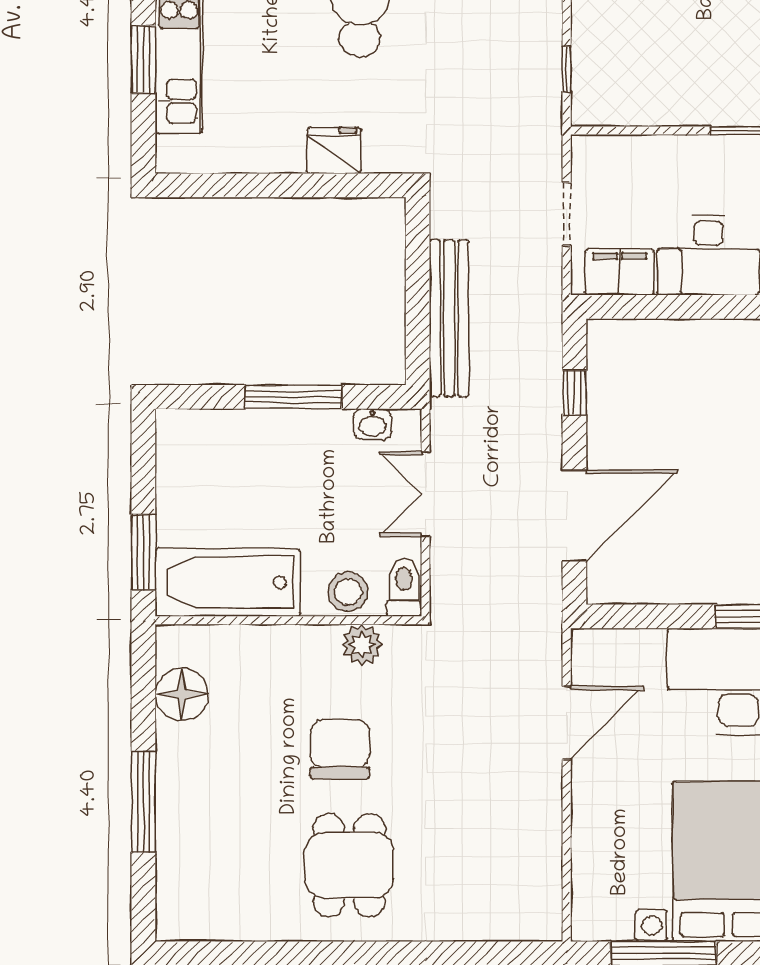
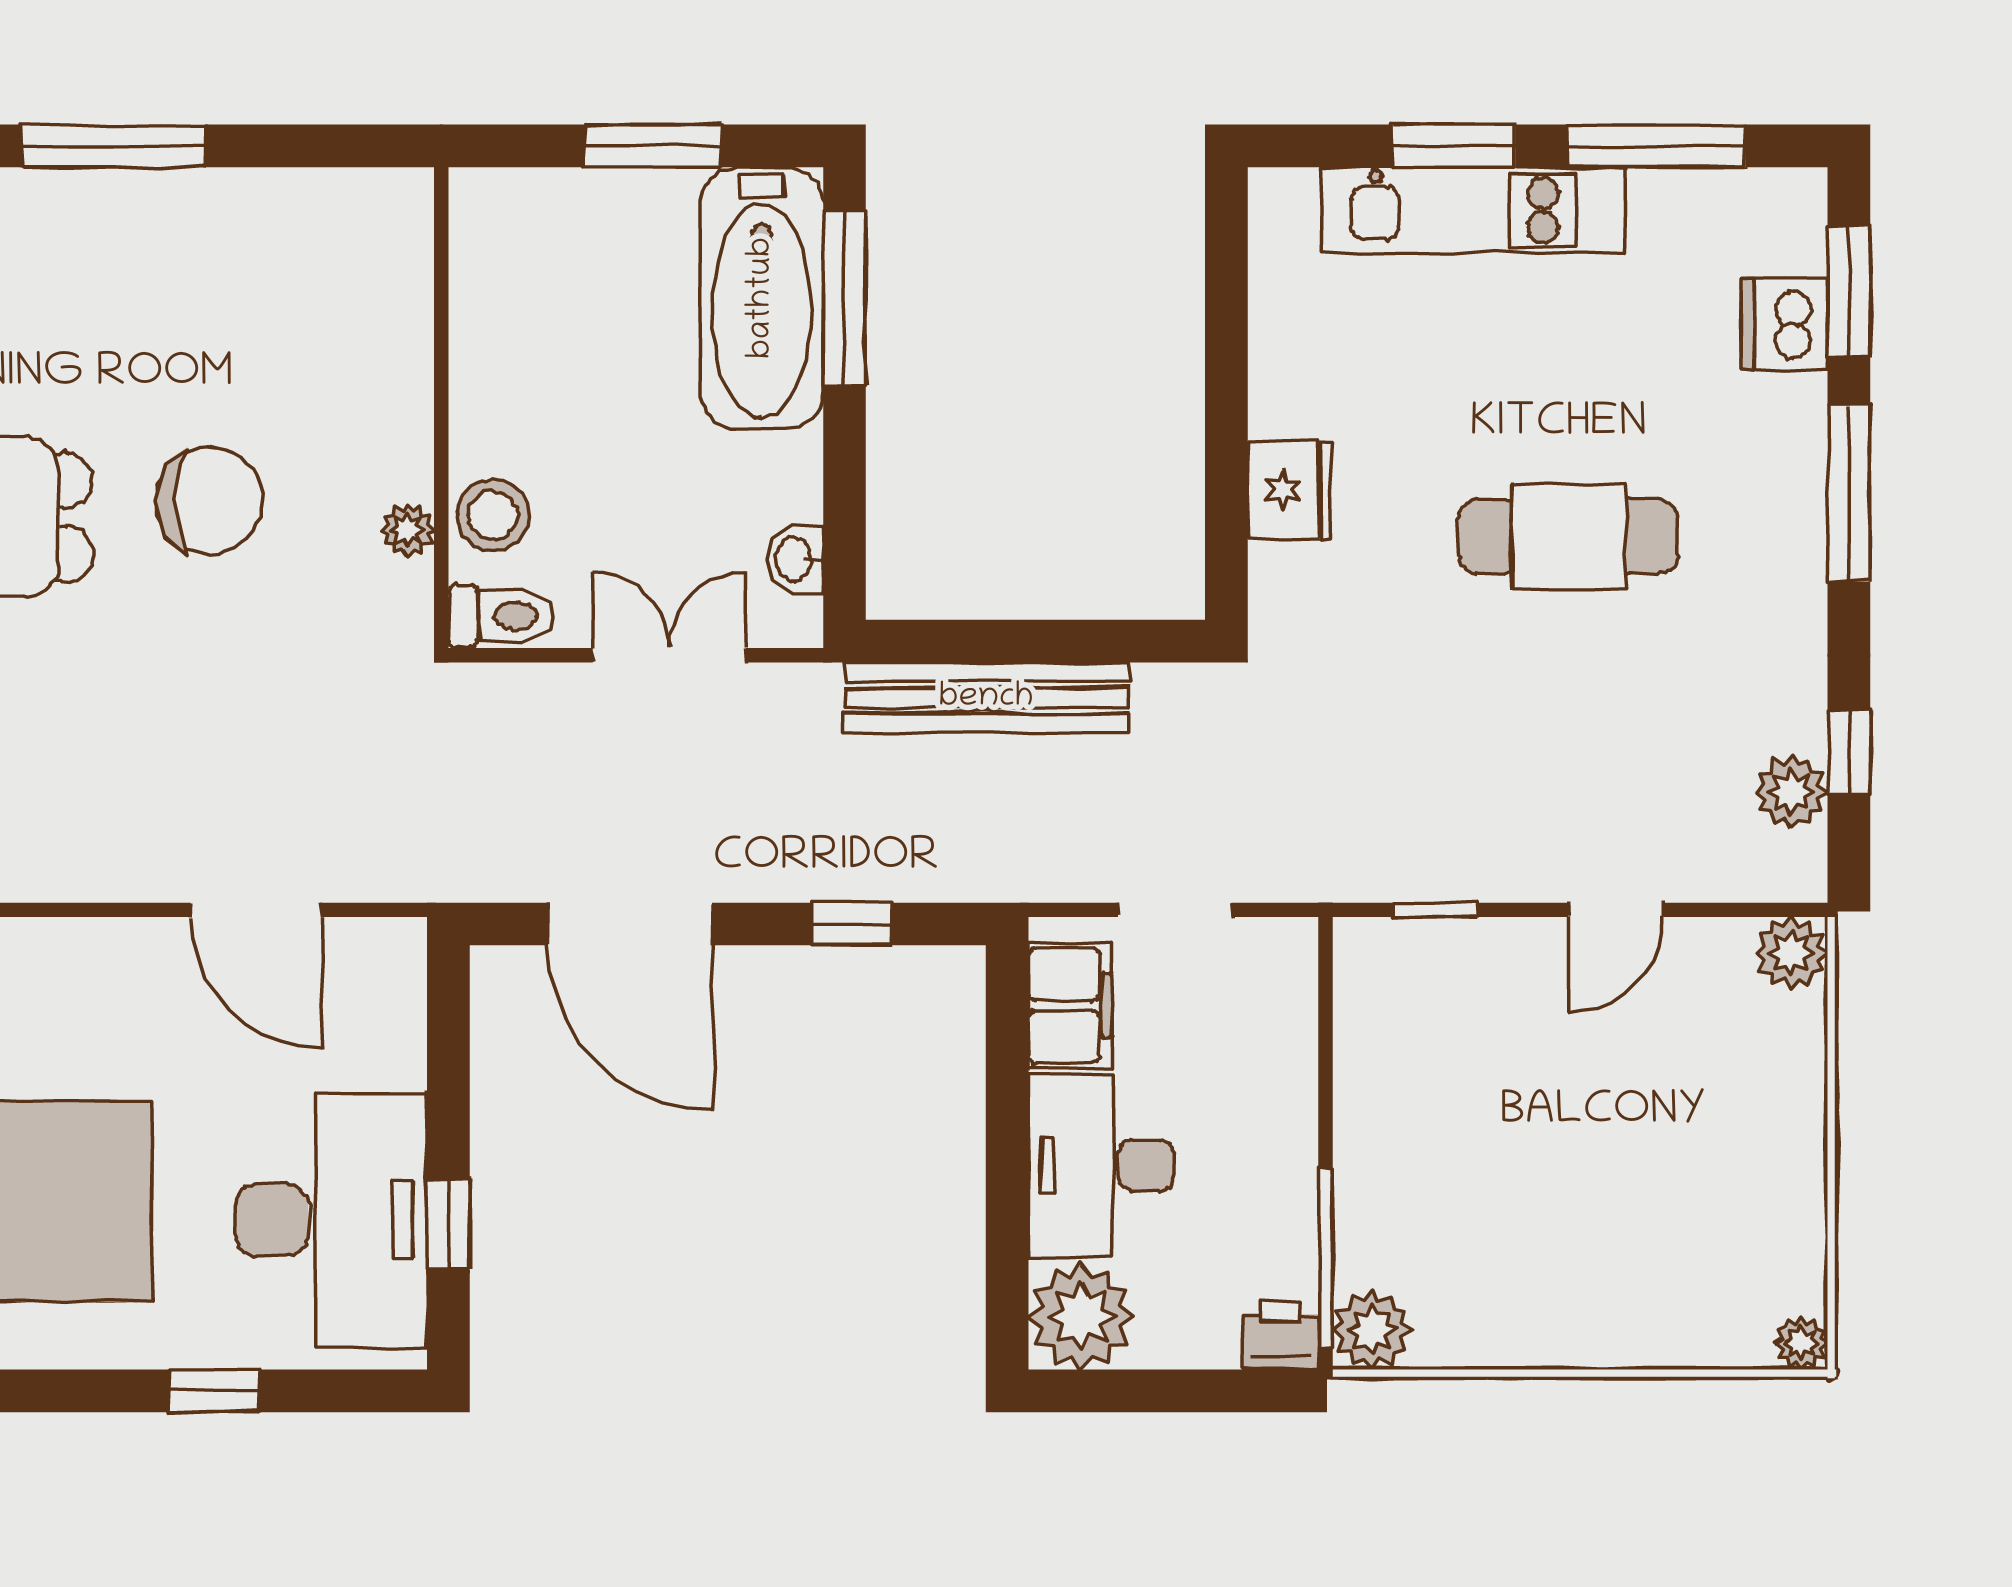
window: (294, 397) -> (844, 298), moved
window: (143, 552) -> (653, 146), moved
bathtub: (228, 582) -> (762, 298), moved, turned 180
plant: (362, 645) -> (408, 530), width x0.73, depth x0.73
floor lamp: (182, 694) -> (308, 215), removed

